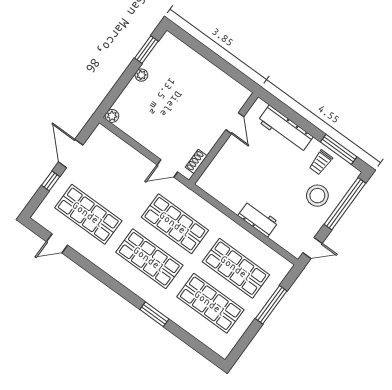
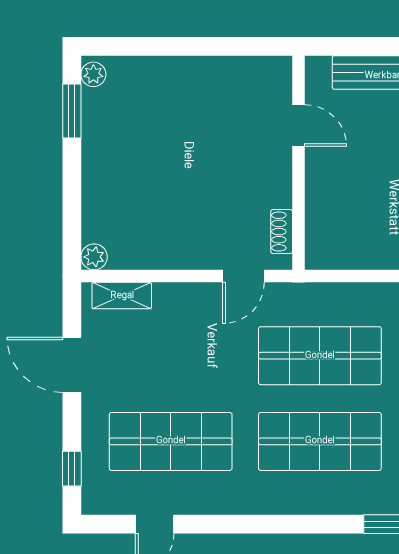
plant: (141, 75) -> (93, 74), moved
shelving: (112, 140) -> (122, 296), added
window: (51, 181) -> (72, 469), moved

